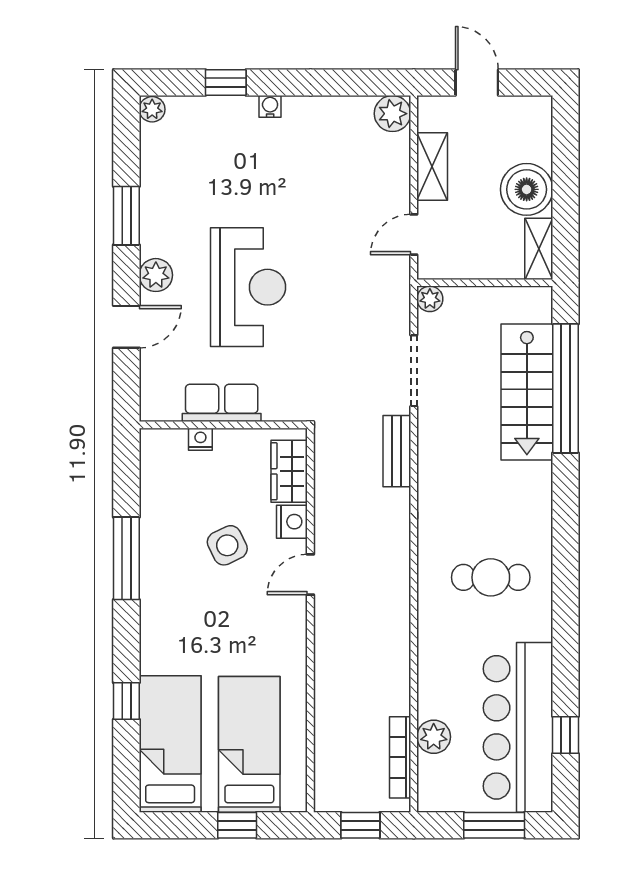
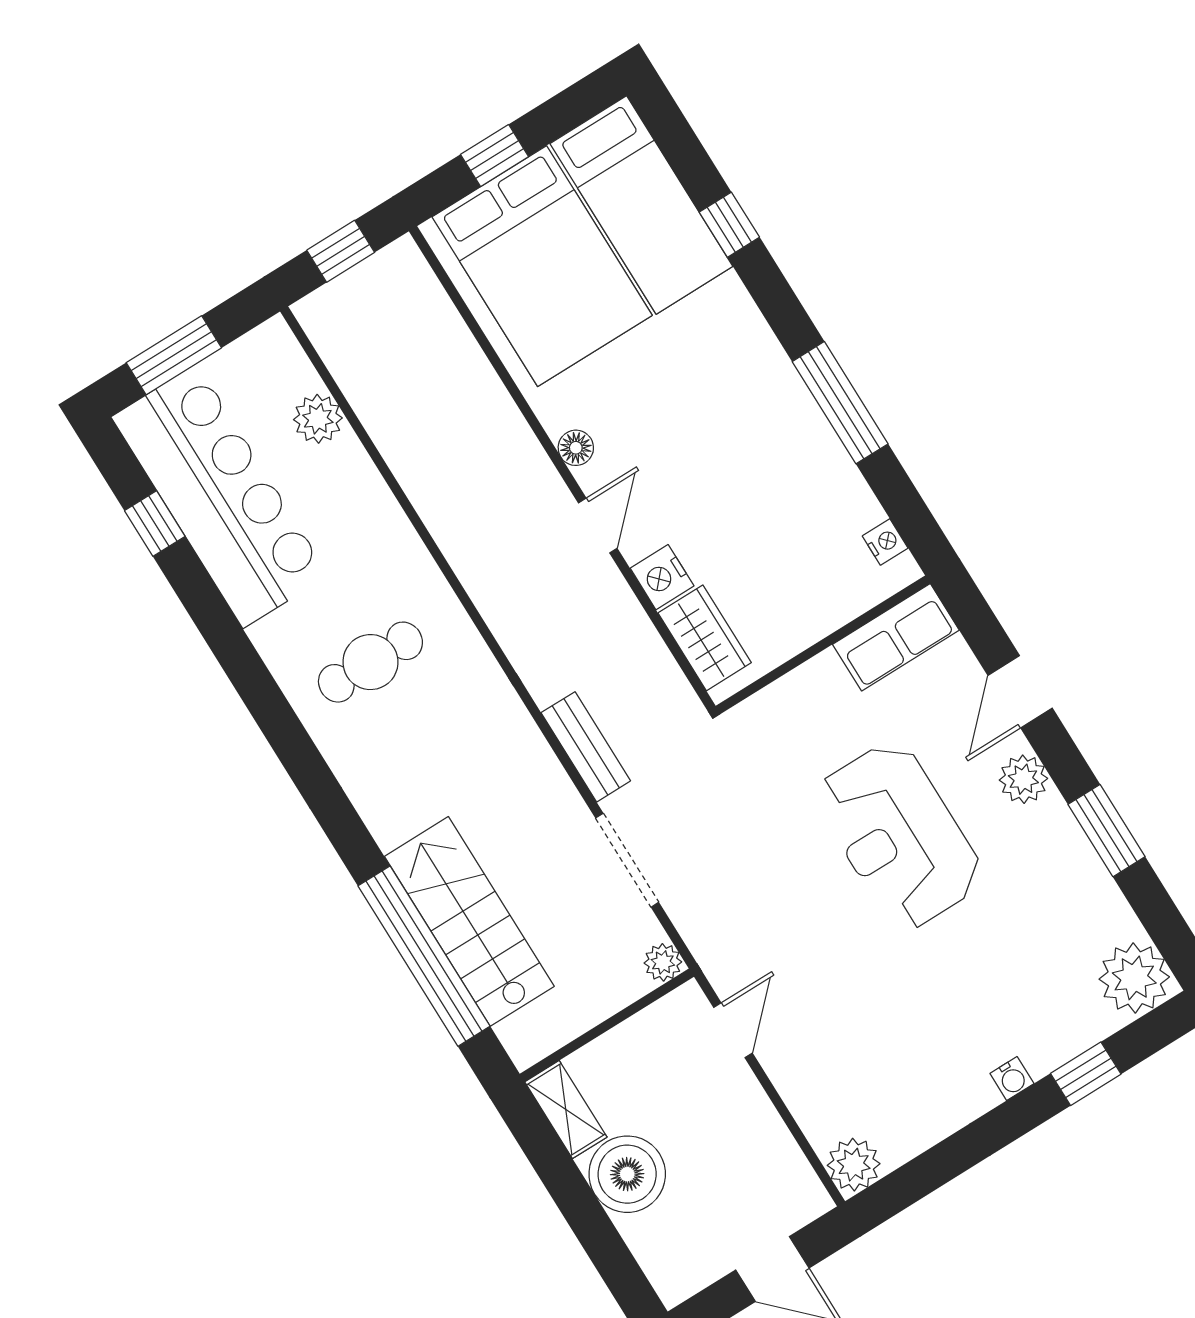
plant: (152, 109) -> (1134, 978), width x1.88, depth x1.88
shelving: (432, 166) -> (763, 1129), removed
row of seats: (222, 403) -> (896, 637), moved
nightstand: (200, 439) -> (885, 542), moved, turned -90
side table: (227, 545) -> (724, 497), removed
floor lamp: (295, 627) -> (576, 448), added
bed: (249, 744) -> (542, 266), width x1.50
bookcase: (400, 757) -> (344, 367), removed

